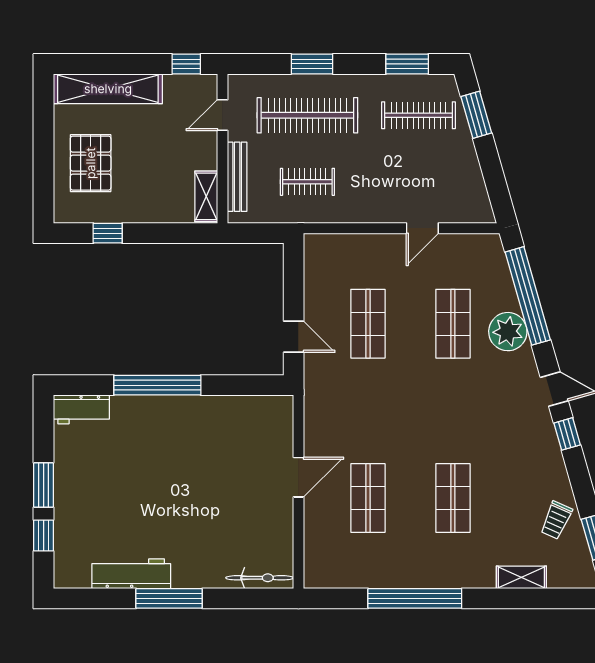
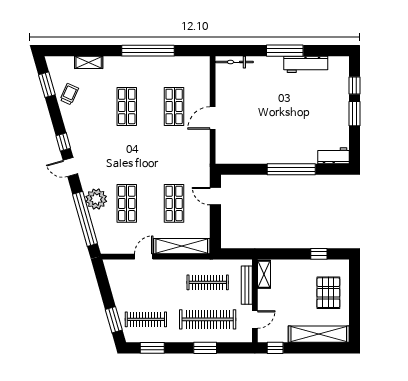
clothes rail: (307, 182) -> (208, 282), width x1.36
shelving: (354, 247) -> (182, 246), added

